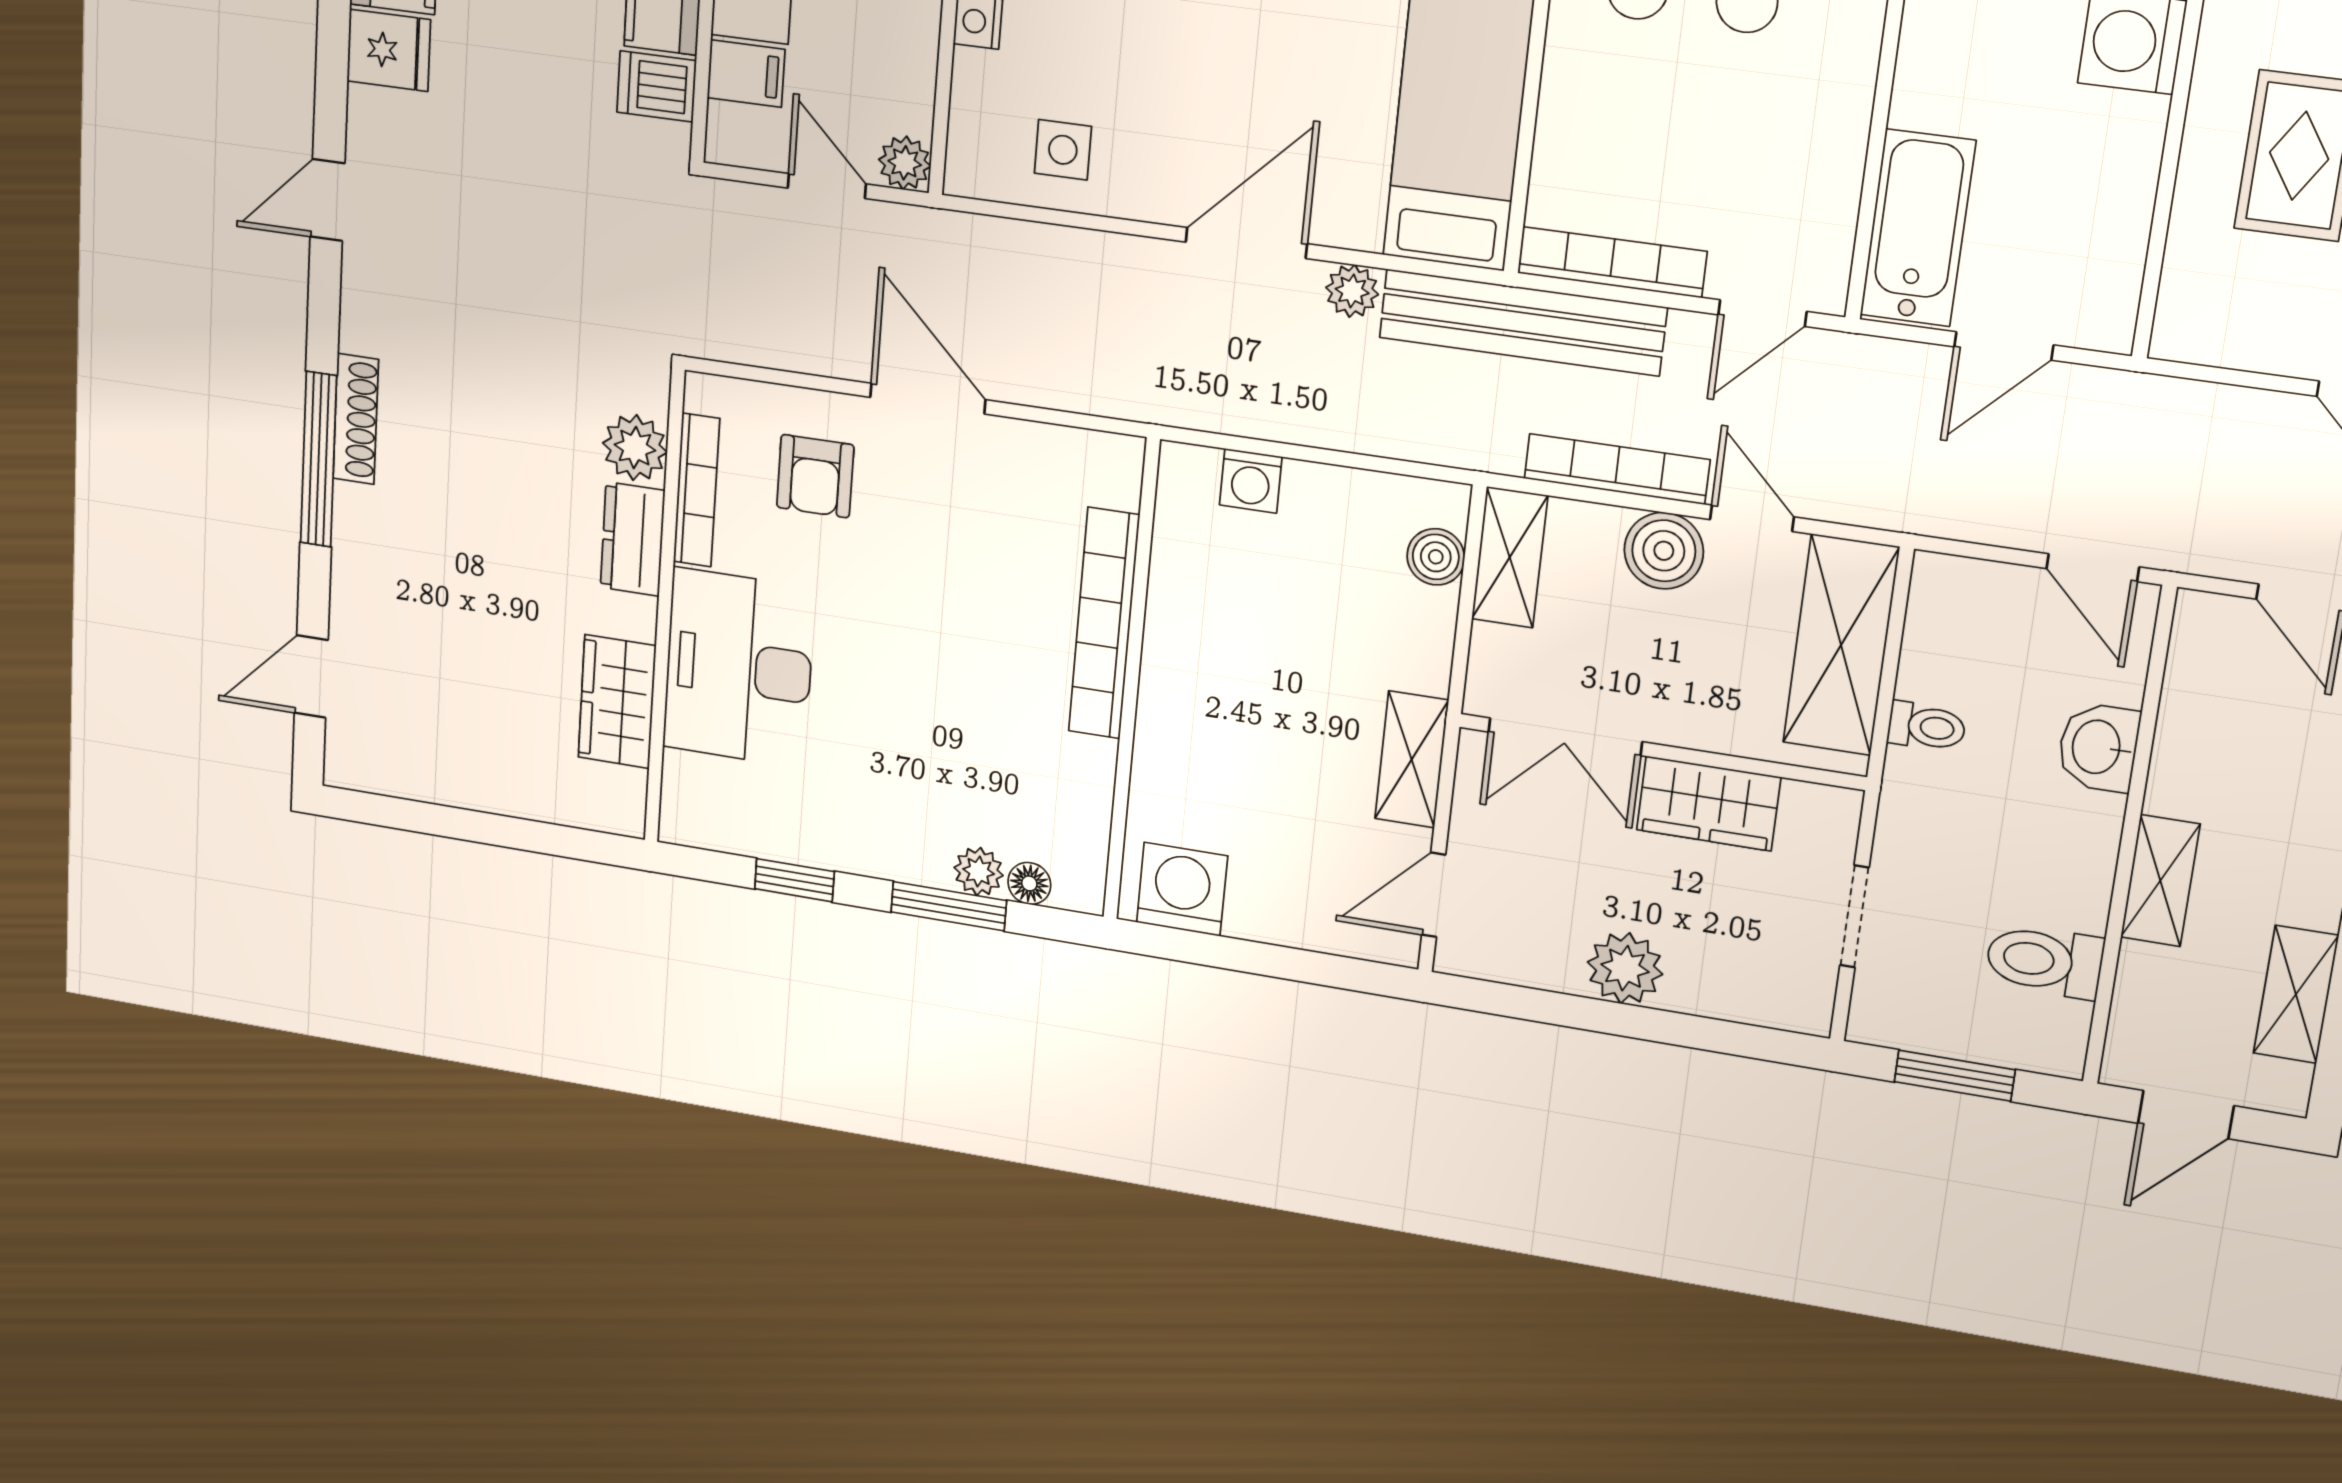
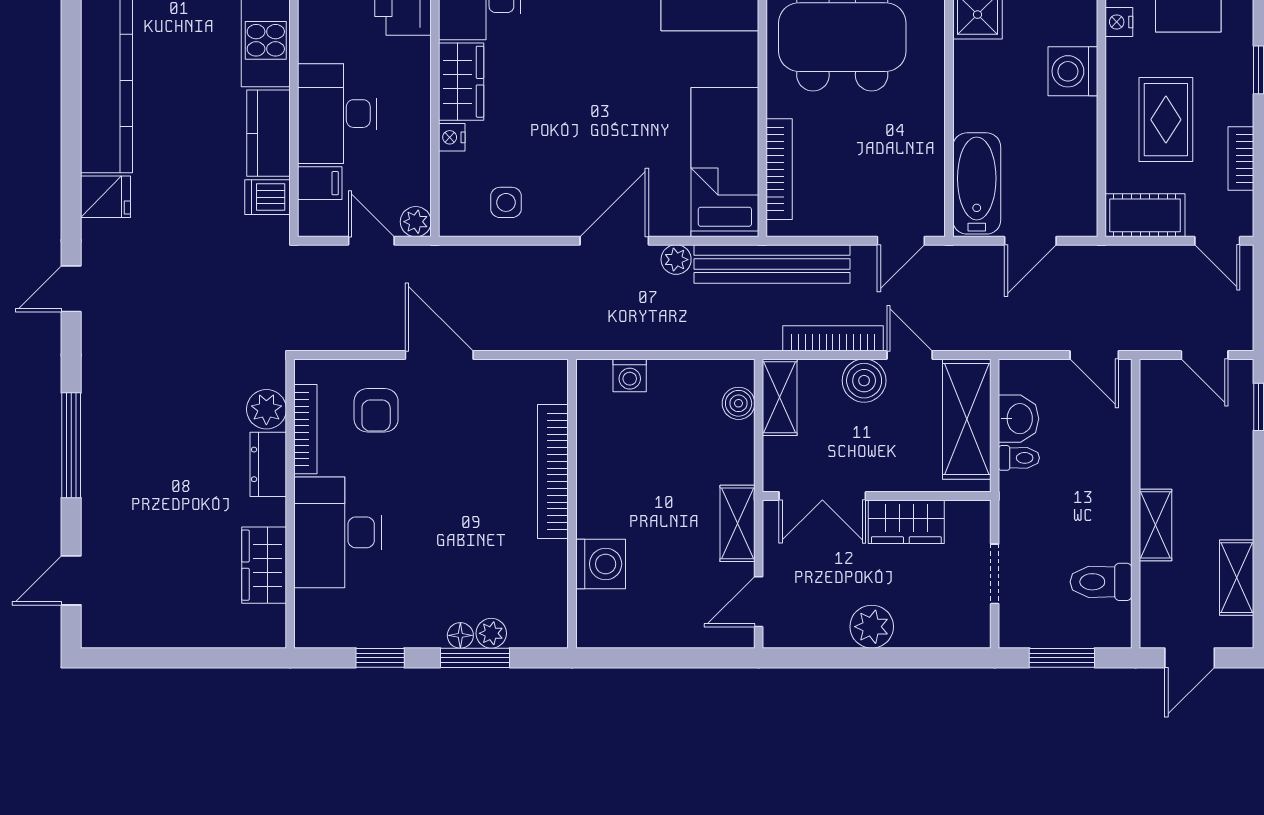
bookcase: (1612, 262) -> (779, 169), moved, turned 90
cot: (2229, 329) -> (1145, 215), added
shoe rack: (356, 419) -> (94, 417), removed
washbasin: (2098, 747) -> (1019, 419), moved, turned 180
floor lamp: (1029, 883) -> (460, 635), moved
washing machine: (1182, 889) -> (601, 564), moved, turned 90

